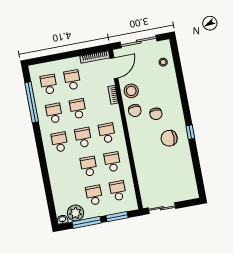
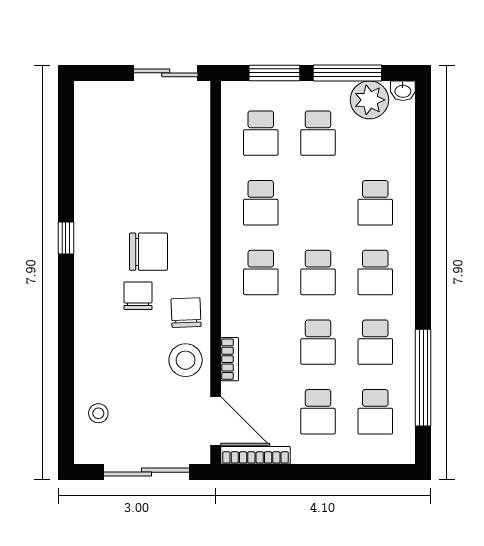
door: (114, 68) -> (216, 421), swing flipped
chair: (169, 138) -> (148, 252), moved
school desk: (89, 166) -> (375, 203), moved

